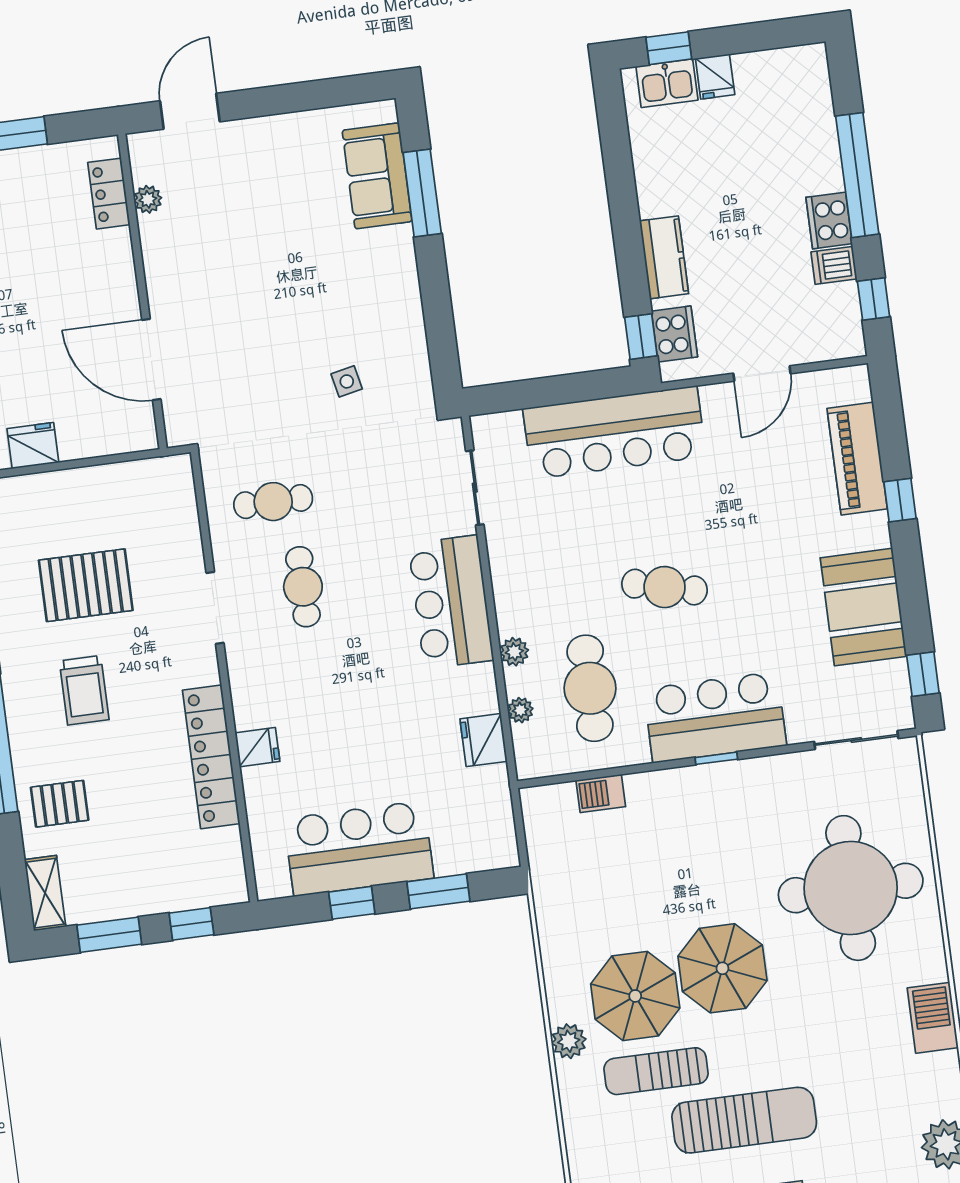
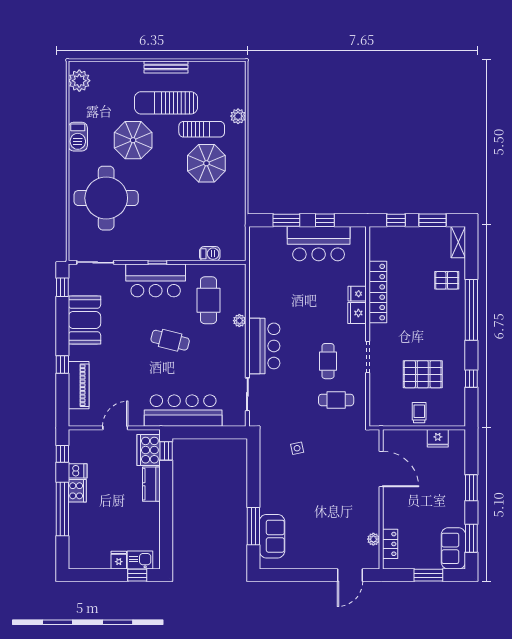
cooker: (674, 334) -> (149, 450), width x1.37, depth x1.31
trolley: (84, 690) -> (419, 413), moved, width x0.73, depth x0.72
plant: (520, 710) -> (240, 295), removed
fridge: (484, 740) -> (357, 313), moved, turned 180
parasol: (722, 968) -> (133, 140), moved
plant: (569, 1041) -> (238, 116), moved

